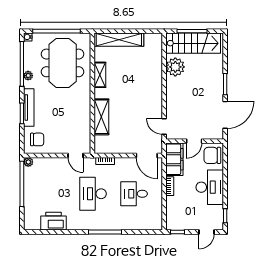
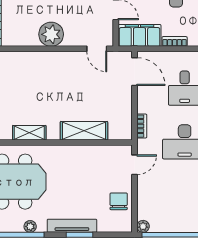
plant: (175, 67) -> (51, 34), moved
door: (164, 127) -> (97, 49), hinge flipped
chair: (37, 139) -> (119, 201), moved
door: (147, 155) -> (135, 72), hinge flipped

